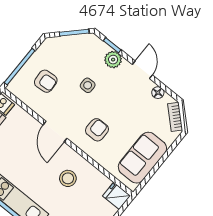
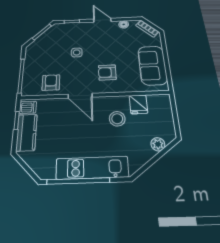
plant: (113, 60) -> (80, 28), removed
armchair: (46, 81) -> (51, 83), moved, turned -86
armchair: (97, 130) -> (107, 72), turned -90
fridge: (117, 196) -> (138, 104), moved, turned -90

